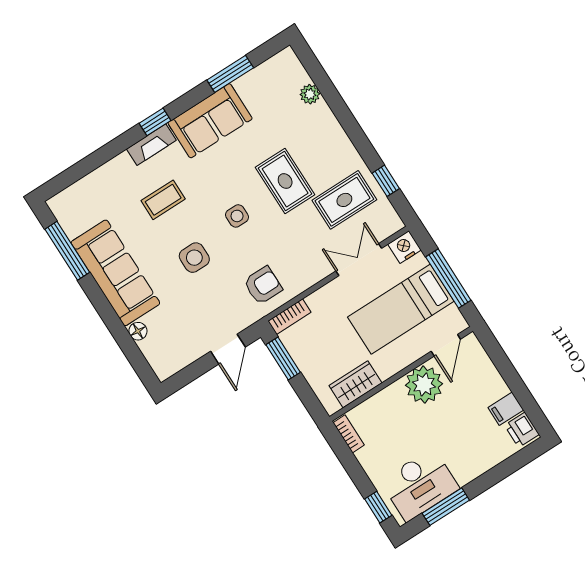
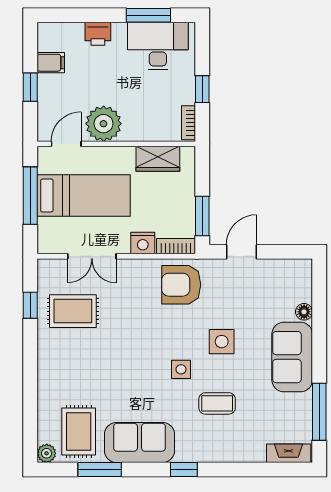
plant: (310, 94) -> (47, 453), moved
fireplace: (151, 145) -> (289, 453), moved
rug: (285, 181) -> (79, 431), moved
side table: (237, 216) -> (181, 369), moved
nightstand: (405, 247) -> (143, 243), moved
sofa: (115, 273) -> (292, 357), width x0.73
armchair: (263, 285) -> (181, 285), width x1.38, depth x1.38
window: (510, 375) -> (30, 87), added
printer: (522, 430) -> (98, 34), moved, turned 90
window: (378, 507) -> (202, 89), moved

